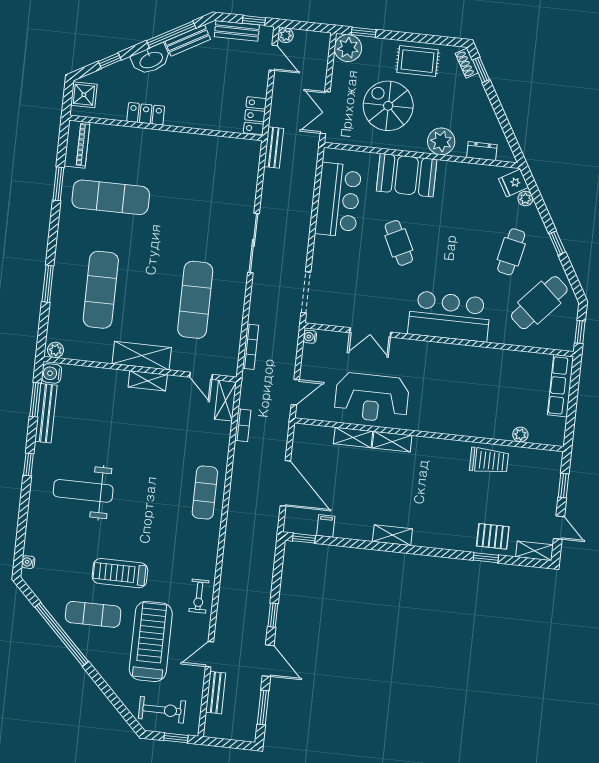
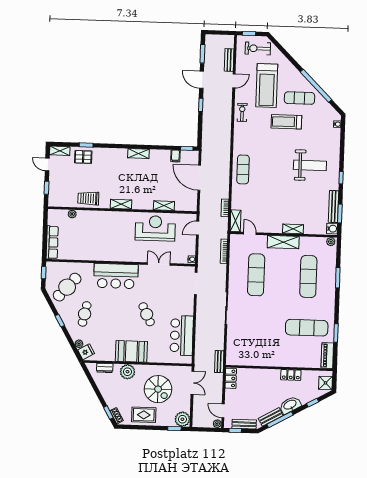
booth: (407, 175) -> (131, 351), moved
shelving: (148, 381) -> (293, 229), moved
shelving: (392, 442) -> (121, 204), moved
treadmill: (120, 573) -> (286, 122), turned 180

